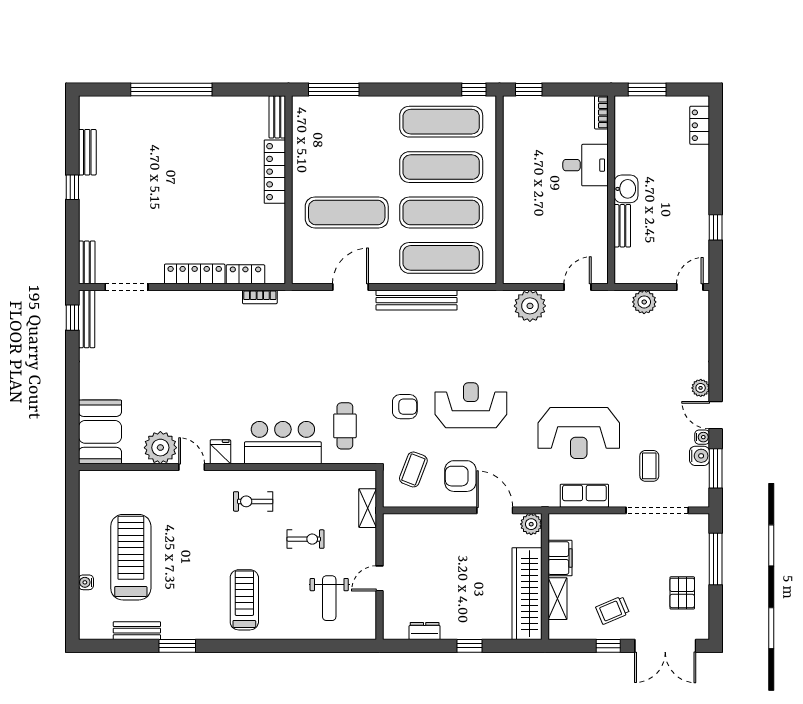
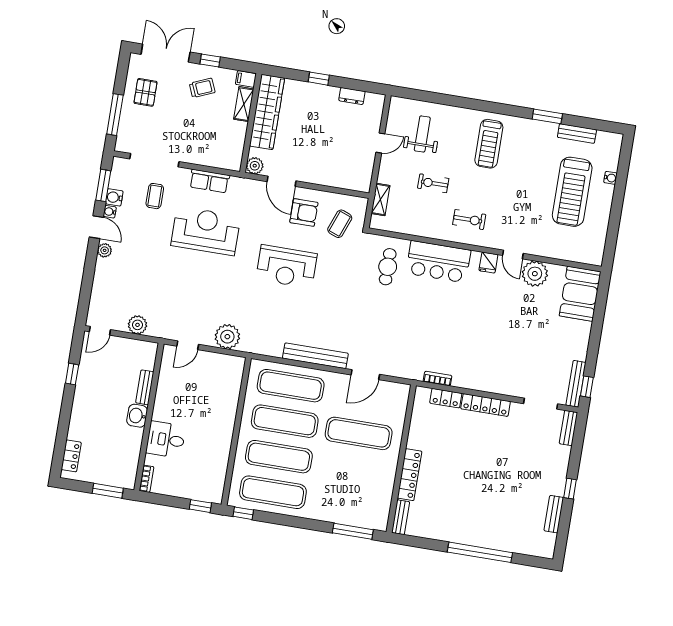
armchair: (405, 407) -> (338, 274), removed
filing cabinet: (560, 558) -> (246, 79), moved, width x0.50

